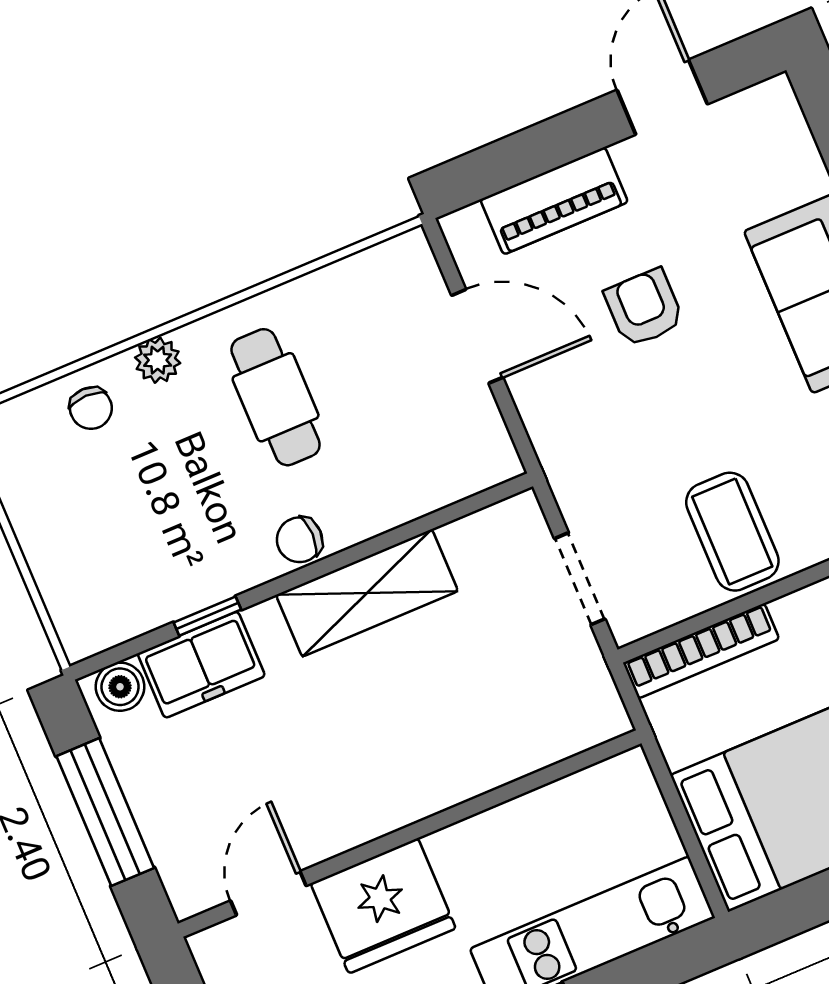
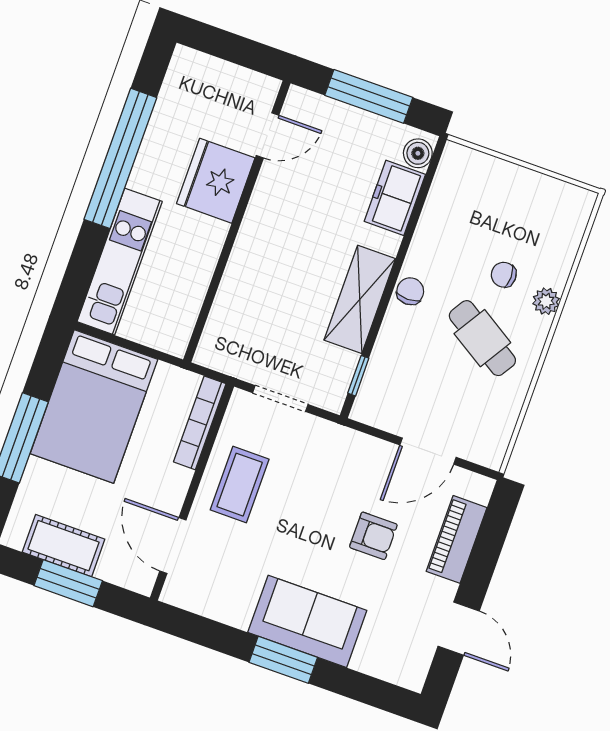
cafe table: (276, 397) -> (482, 338), turned 32
chair: (91, 408) -> (504, 275), moved
coffee table: (732, 532) -> (240, 485), turned 90
window: (207, 616) -> (358, 376), moved
door: (268, 893) -> (268, 135), hinge flipped

